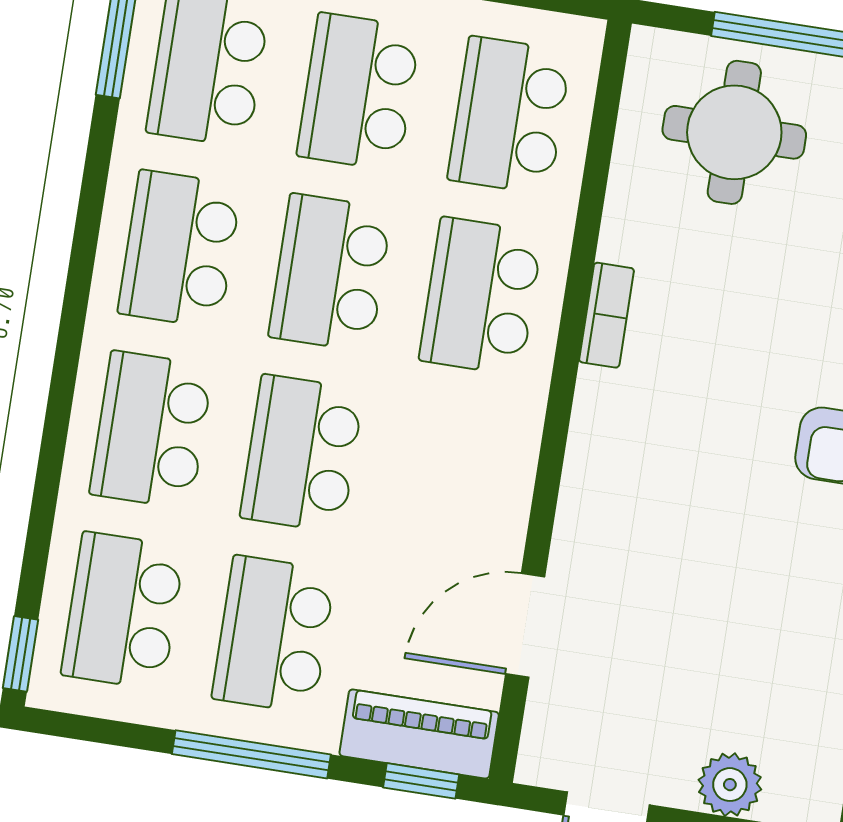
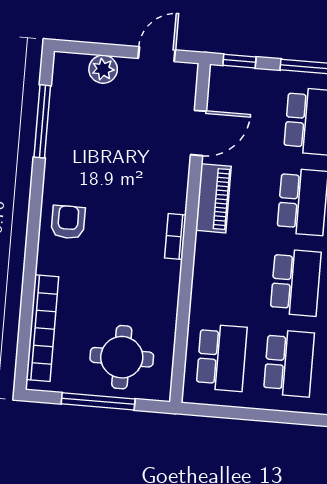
school desk: (481, 296) -> (228, 277), removed
bookcase: (607, 315) -> (175, 236), moved
piano: (419, 734) -> (213, 198), moved, turned -90

